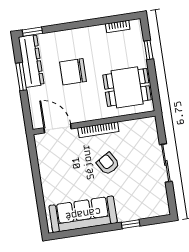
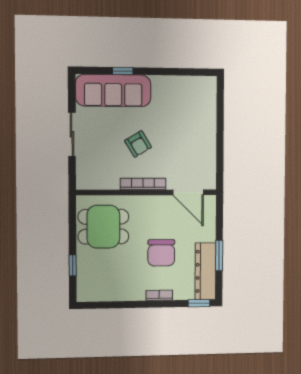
bookcase: (118, 26) -> (159, 295), moved
chair: (73, 72) -> (161, 253), turned 90
sofa: (83, 214) -> (113, 90), moved

